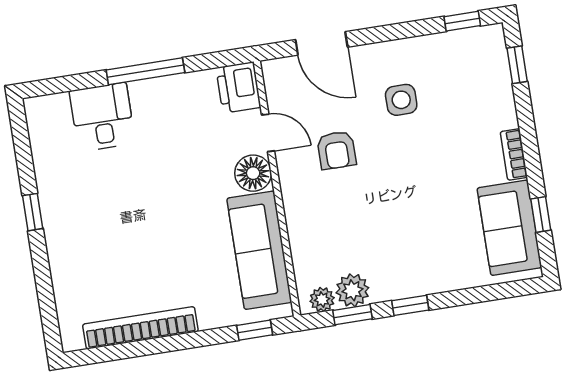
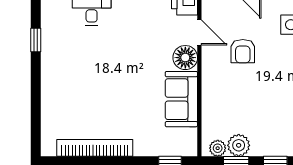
window: (33, 212) -> (36, 40), moved
sofa: (259, 250) -> (181, 99), width x0.73

